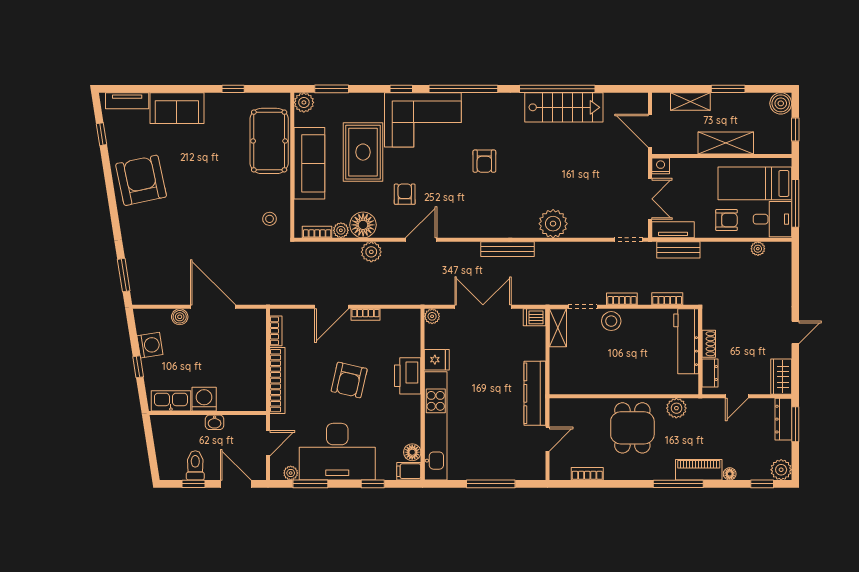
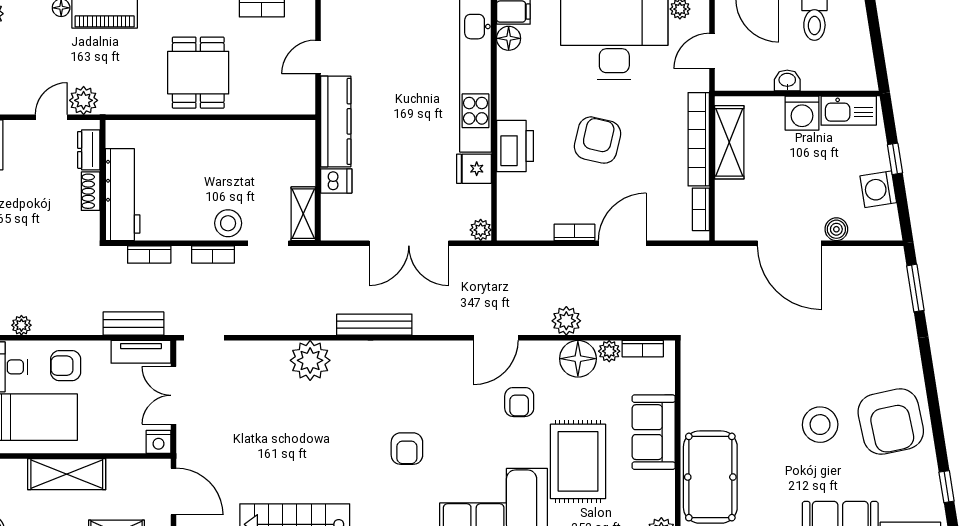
armchair: (484, 161) -> (407, 449), turned 180
sofa: (309, 163) -> (654, 432), width x0.73
stool: (270, 219) -> (820, 425), moved, width x1.89, depth x1.89
dishwasher: (535, 317) -> (336, 181), moved
shelving: (256, 378) -> (729, 142), added
plant: (676, 408) -> (84, 100), moved

